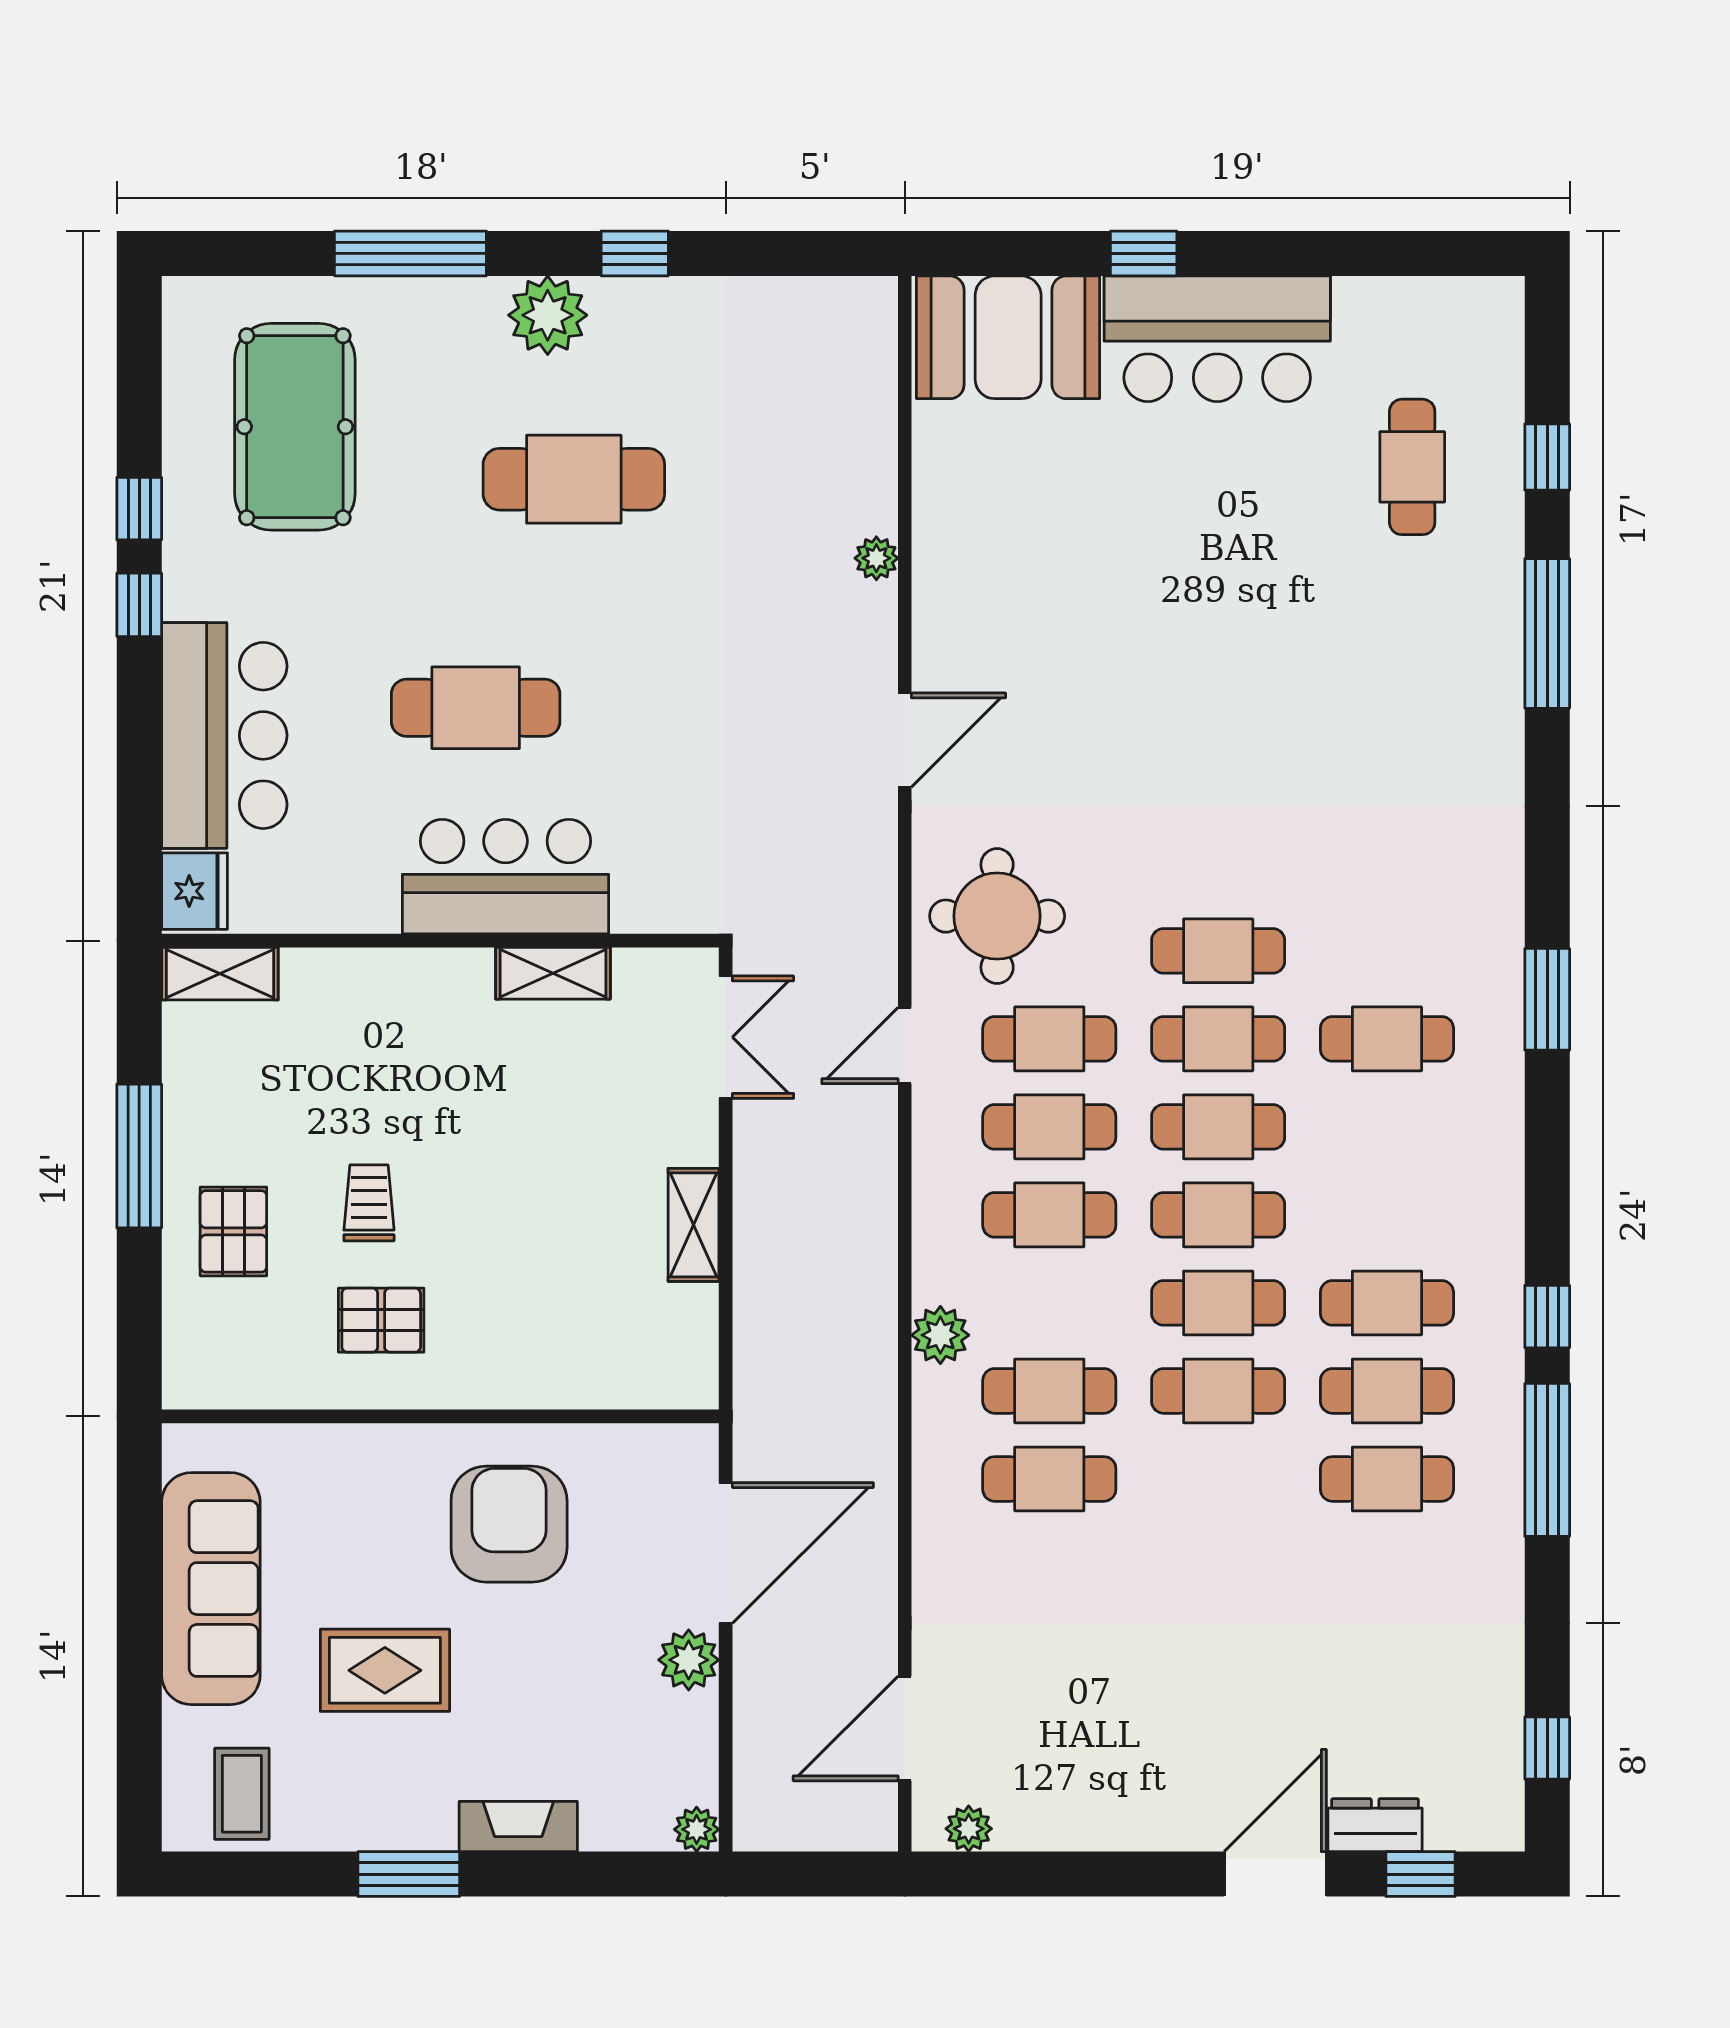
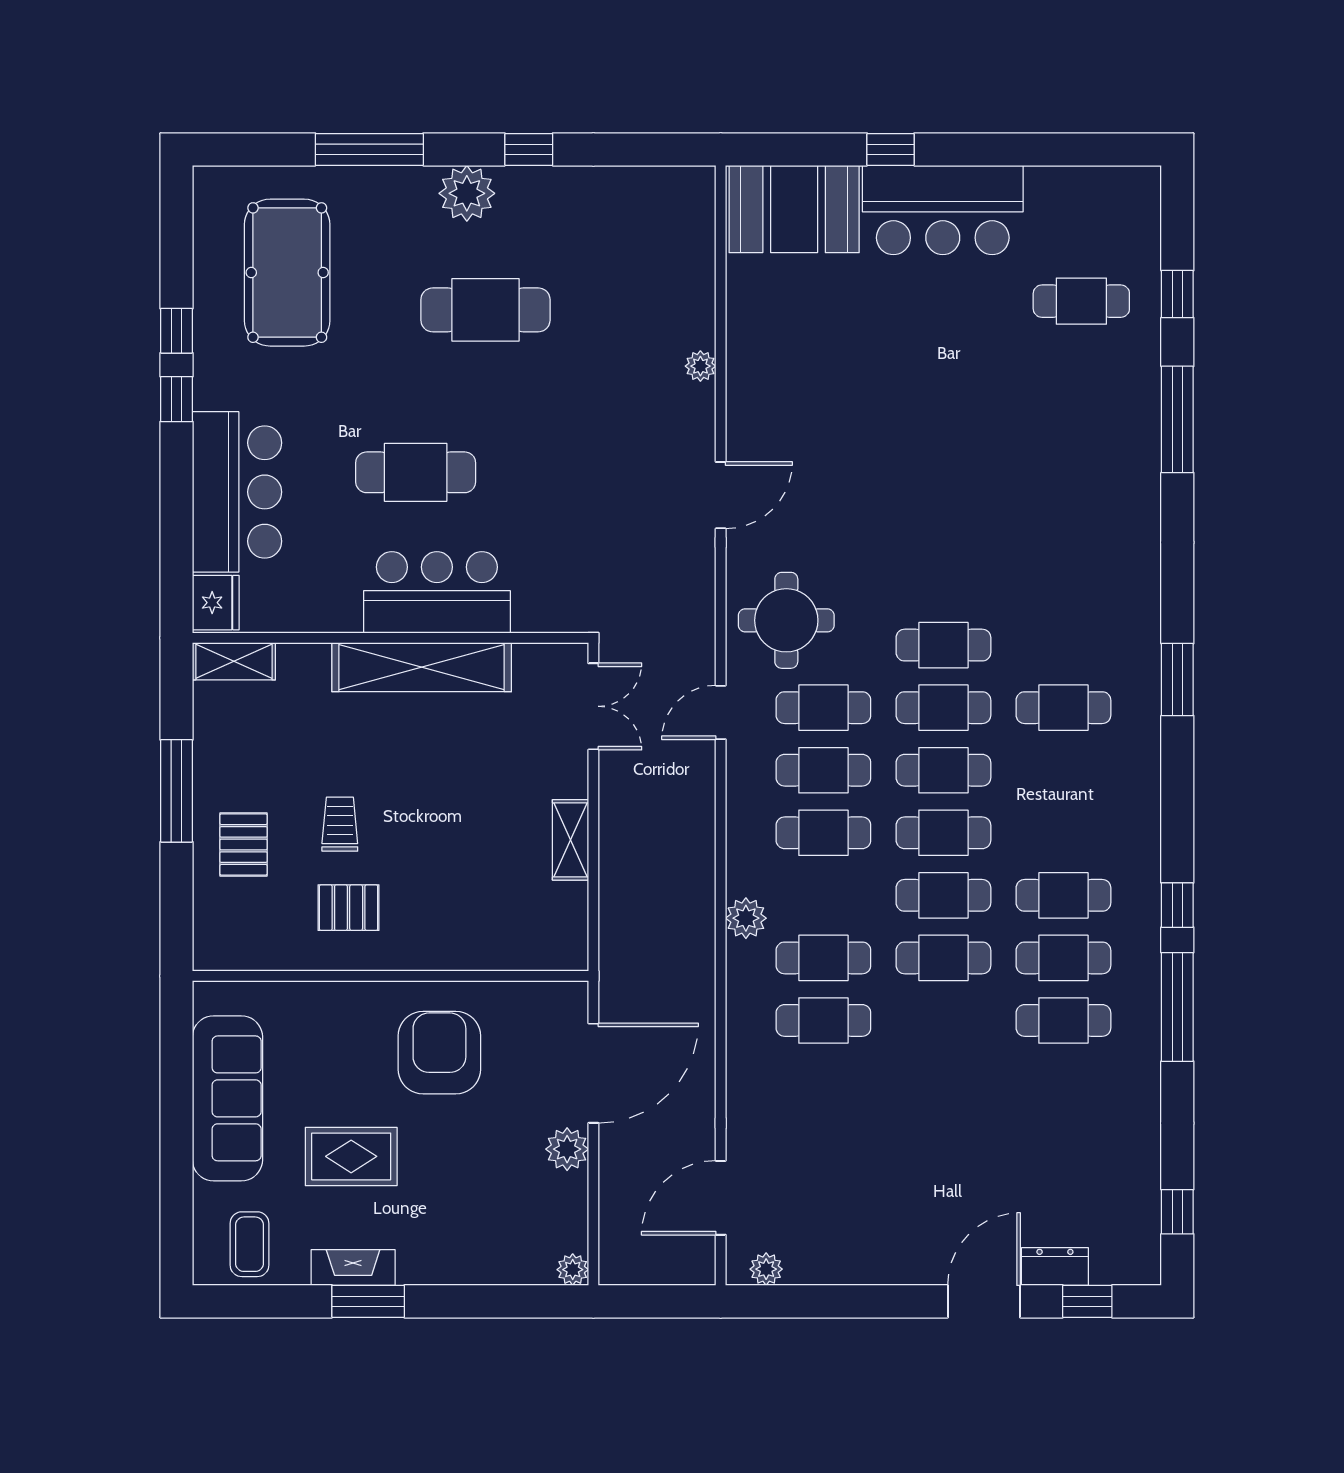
cafe table: (1412, 467) -> (1081, 301), turned 90
shelving: (553, 973) -> (422, 667), width x2.20, depth x1.33
fireplace: (518, 1827) -> (353, 1268), moved

